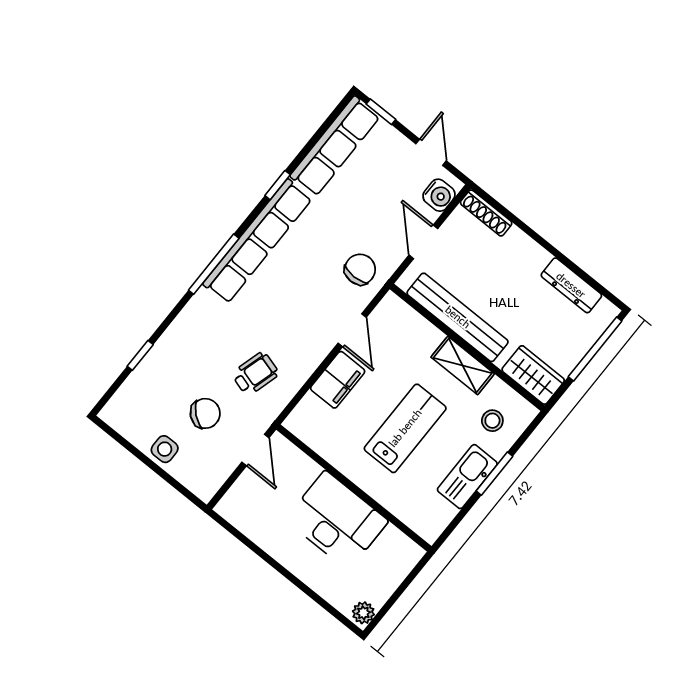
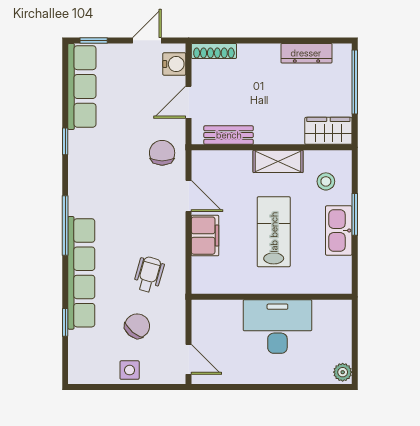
door: (431, 152) -> (147, 40), hinge flipped
row of seats: (257, 241) -> (81, 273), moved
door: (423, 242) -> (189, 102), hinge flipped
bench: (458, 317) -> (229, 135), width x0.54, depth x0.82
door: (255, 450) -> (189, 359), moved

